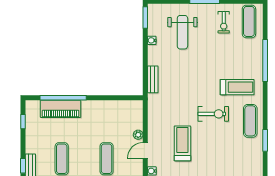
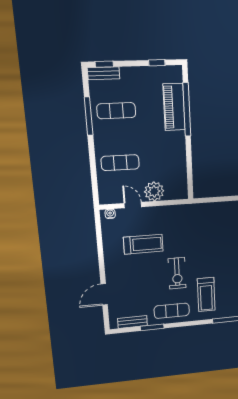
bench: (153, 79) -> (132, 322), moved
plant: (138, 135) -> (154, 191), width x1.87, depth x1.87

